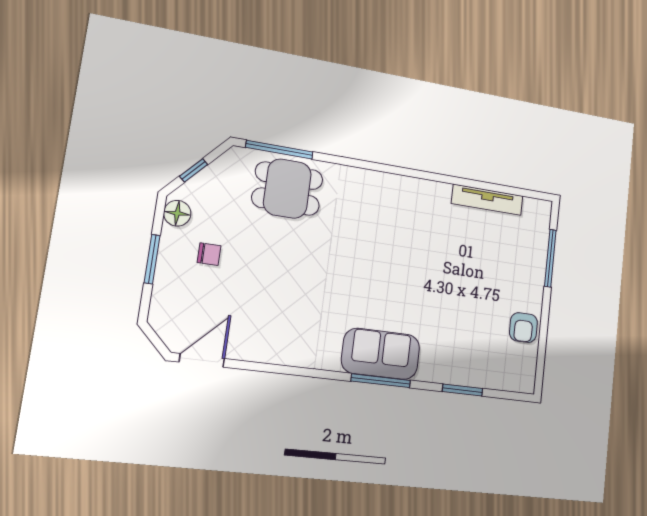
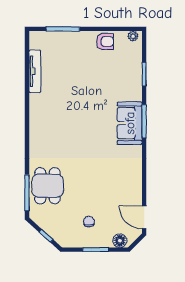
floor lamp: (177, 213) -> (120, 241), moved
plant: (527, 378) -> (133, 36), added

